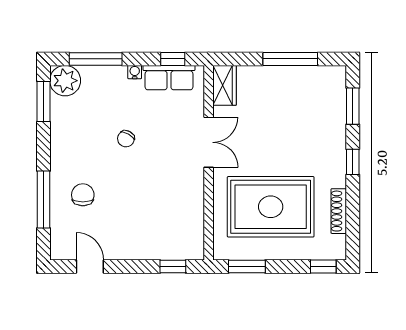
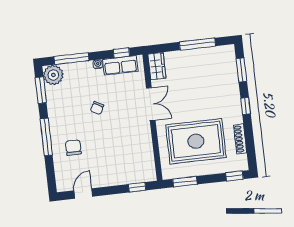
window: (43, 200) -> (46, 137), moved
door: (90, 266) -> (83, 193), hinge flipped

